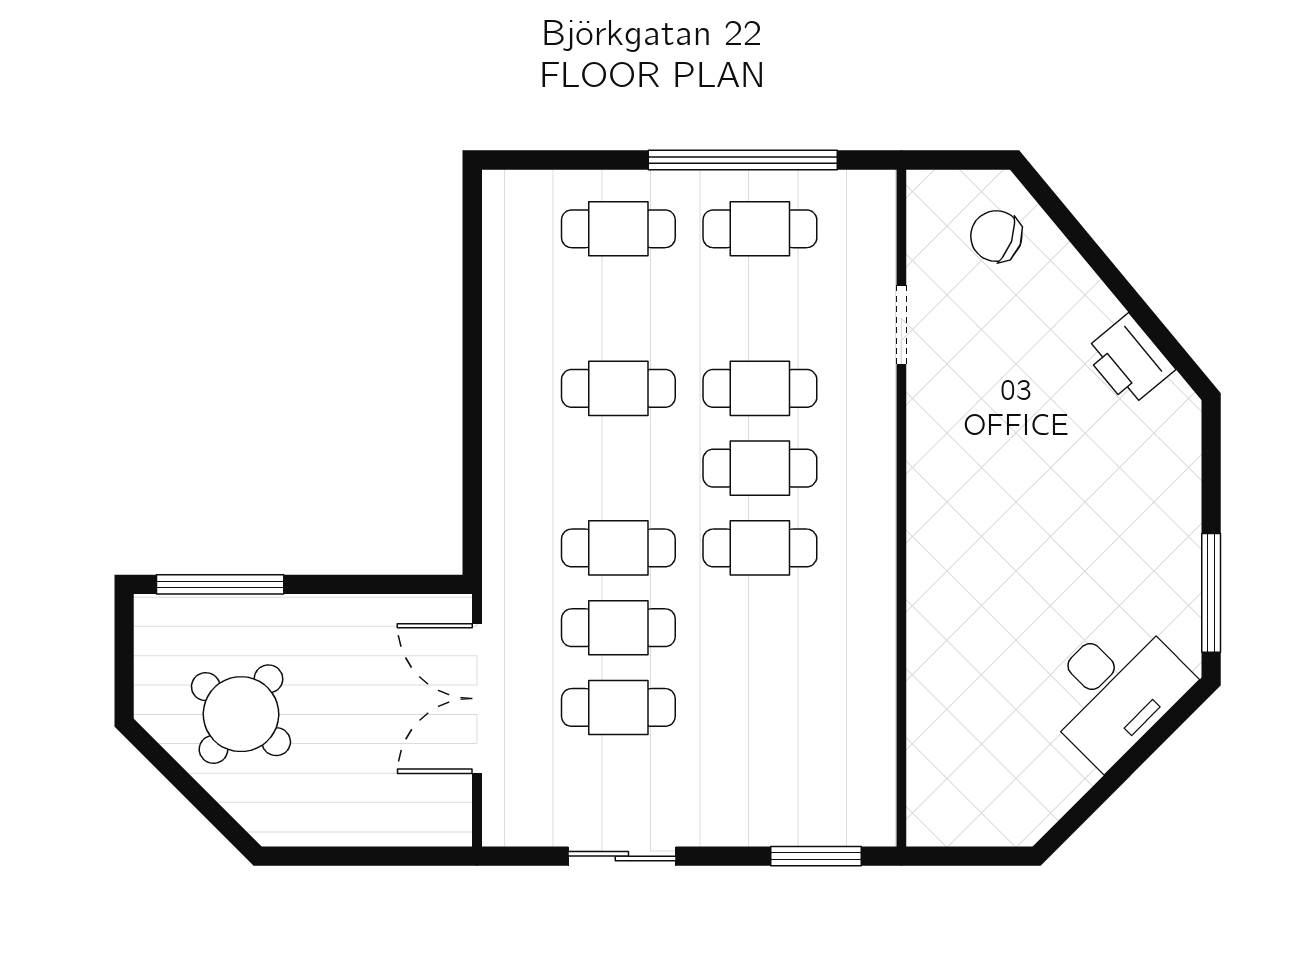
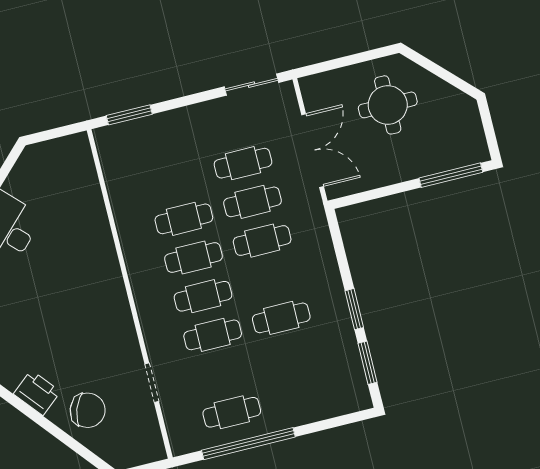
cafe table: (618, 229) -> (184, 219), moved
chair: (996, 236) -> (88, 410), moved, width x1.37, depth x1.37
window: (472, 260) -> (368, 363), added
window: (472, 370) -> (354, 309), added
round table: (241, 714) -> (388, 105), moved, turned -38
sliding door: (622, 856) -> (251, 85), moved

